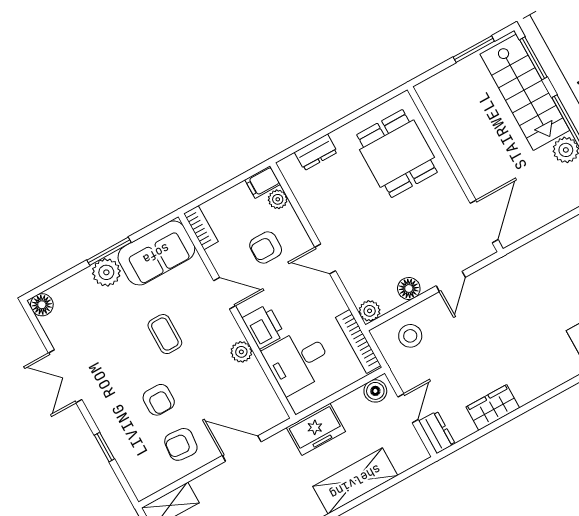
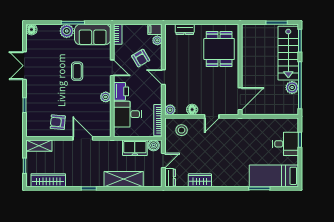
armchair: (266, 247) -> (141, 58), turned -121
armchair: (159, 400) -> (59, 98), removed
freezer: (316, 429) -> (135, 148), moved

